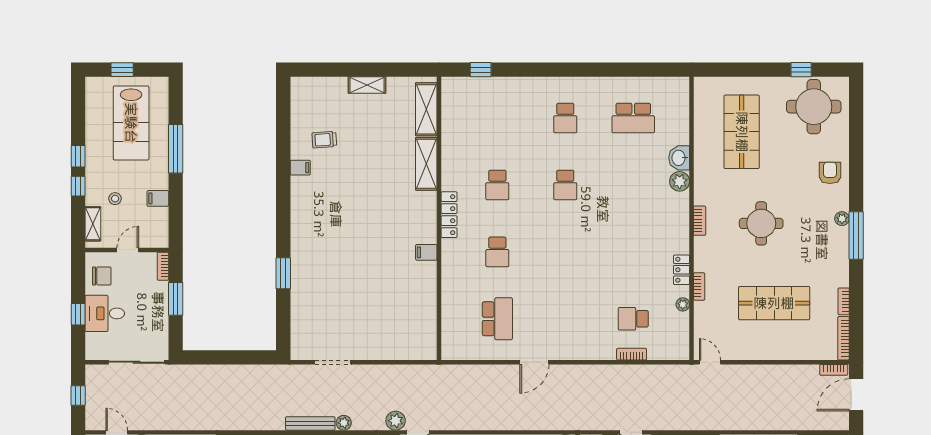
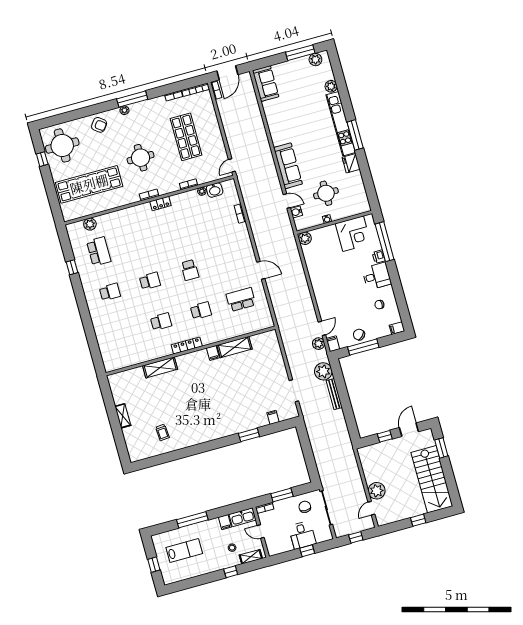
window: (481, 70) -> (72, 267), moved
shelving: (426, 109) -> (234, 347), moved
lab bench: (131, 123) -> (184, 551), width x0.73, depth x0.72
shop shelf: (742, 132) -> (89, 184), width x1.40
window: (78, 156) -> (213, 577), removed
washbasin: (679, 158) -> (215, 190), moved
filing cabinet: (300, 168) -> (273, 417), moved
armchair: (830, 173) -> (99, 125), turned -143
plant: (680, 181) -> (90, 224), moved
kitchen sink: (158, 228) -> (242, 517), added
locker: (682, 270) -> (160, 203), moved
chair: (102, 276) -> (305, 507), moved
school desk: (633, 319) -> (190, 270), moved
door: (856, 395) -> (227, 73), hinge flipped
plant: (344, 423) -> (323, 371), width x1.88, depth x1.88

